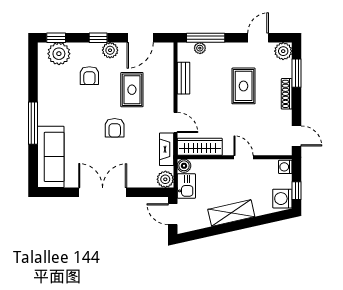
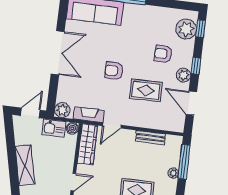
plant: (200, 48) -> (173, 173), moved

